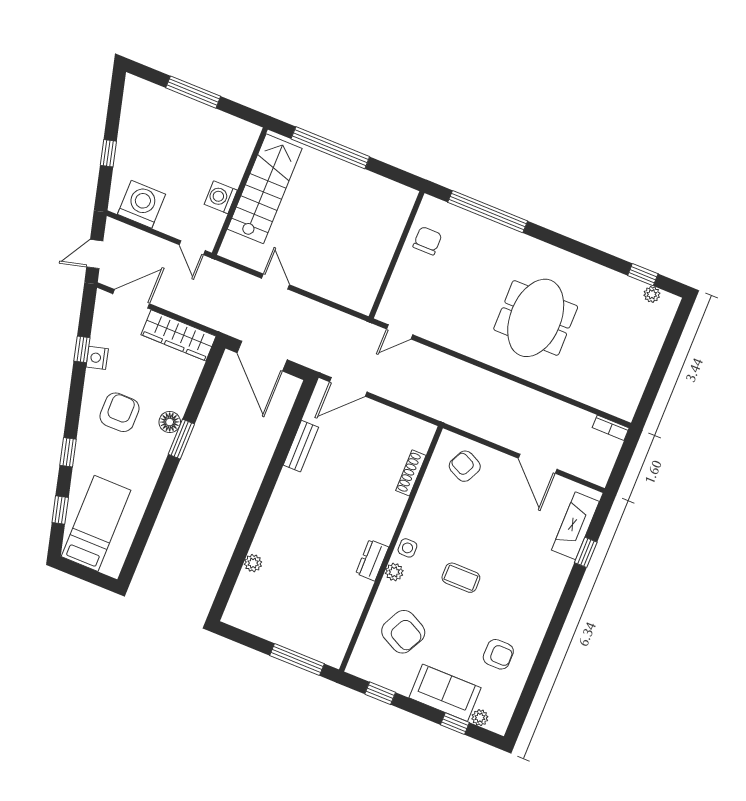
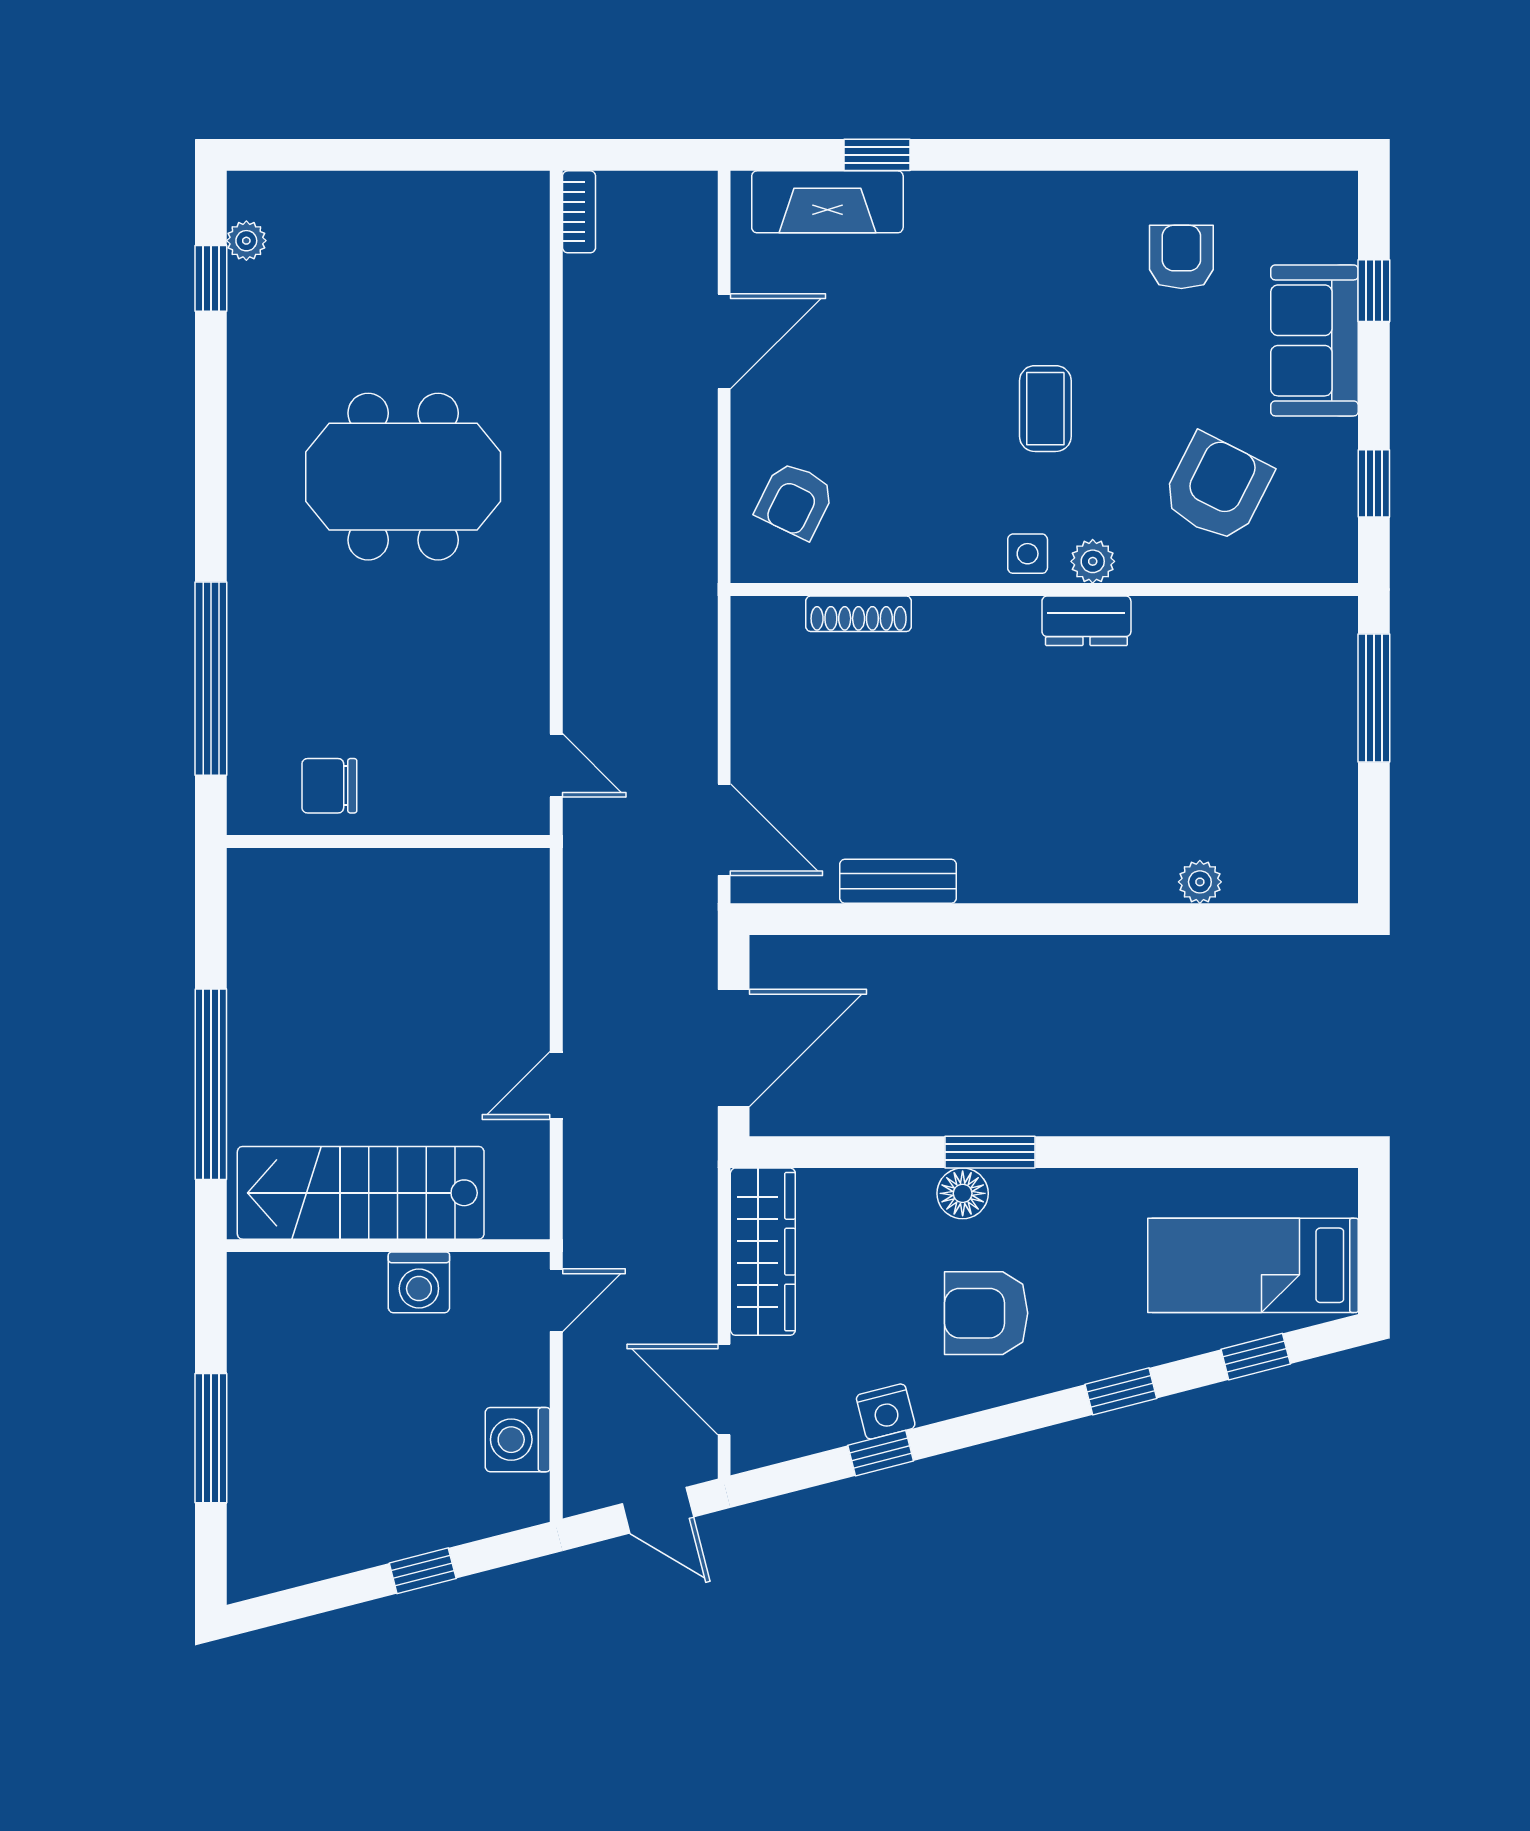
washing machine: (141, 204) -> (518, 1440), width x0.73, depth x0.73
plant: (480, 718) -> (1338, 241), removed

